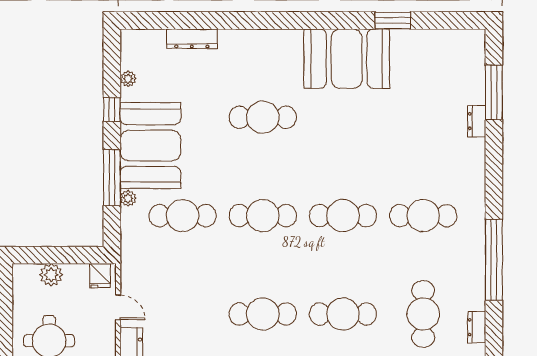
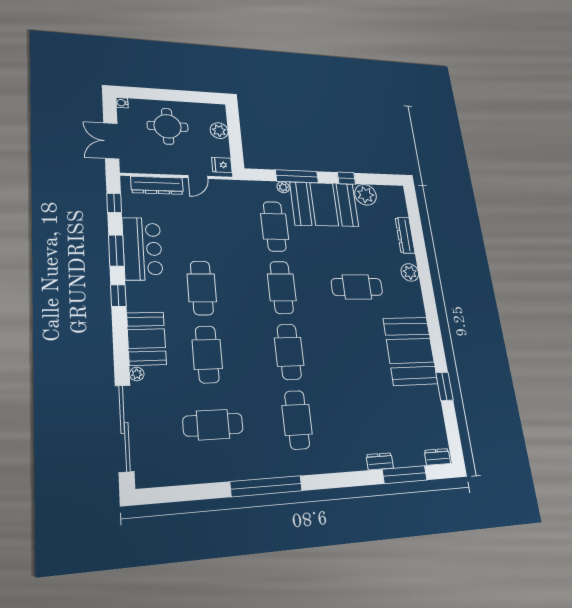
plant: (243, 41) -> (410, 272), added
plant: (128, 79) -> (366, 195), width x1.87, depth x1.87
cafe table: (263, 117) -> (357, 287), turned 90
dresser: (477, 327) -> (437, 457), moved

